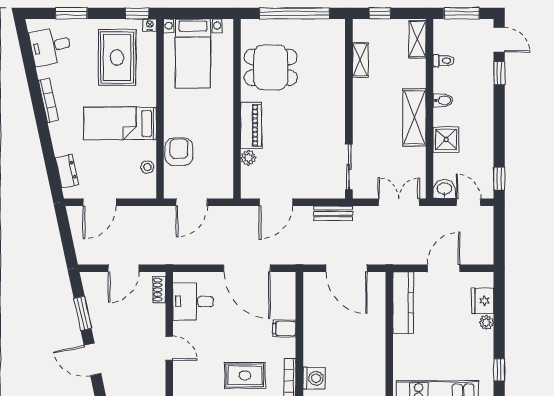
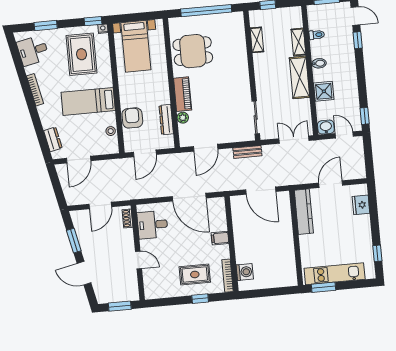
shelving: (417, 39) -> (298, 42), moved
dresser: (225, 158) -> (166, 120), added
plant: (486, 322) -> (365, 220), removed

